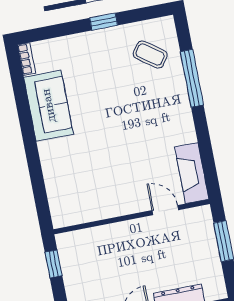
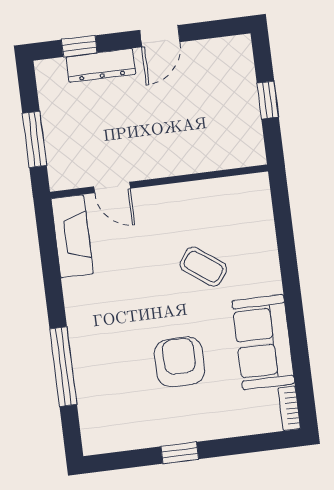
coffee table: (150, 55) -> (203, 267), moved
armchair: (108, 87) -> (180, 362), added
window: (53, 264) -> (268, 100), moved

